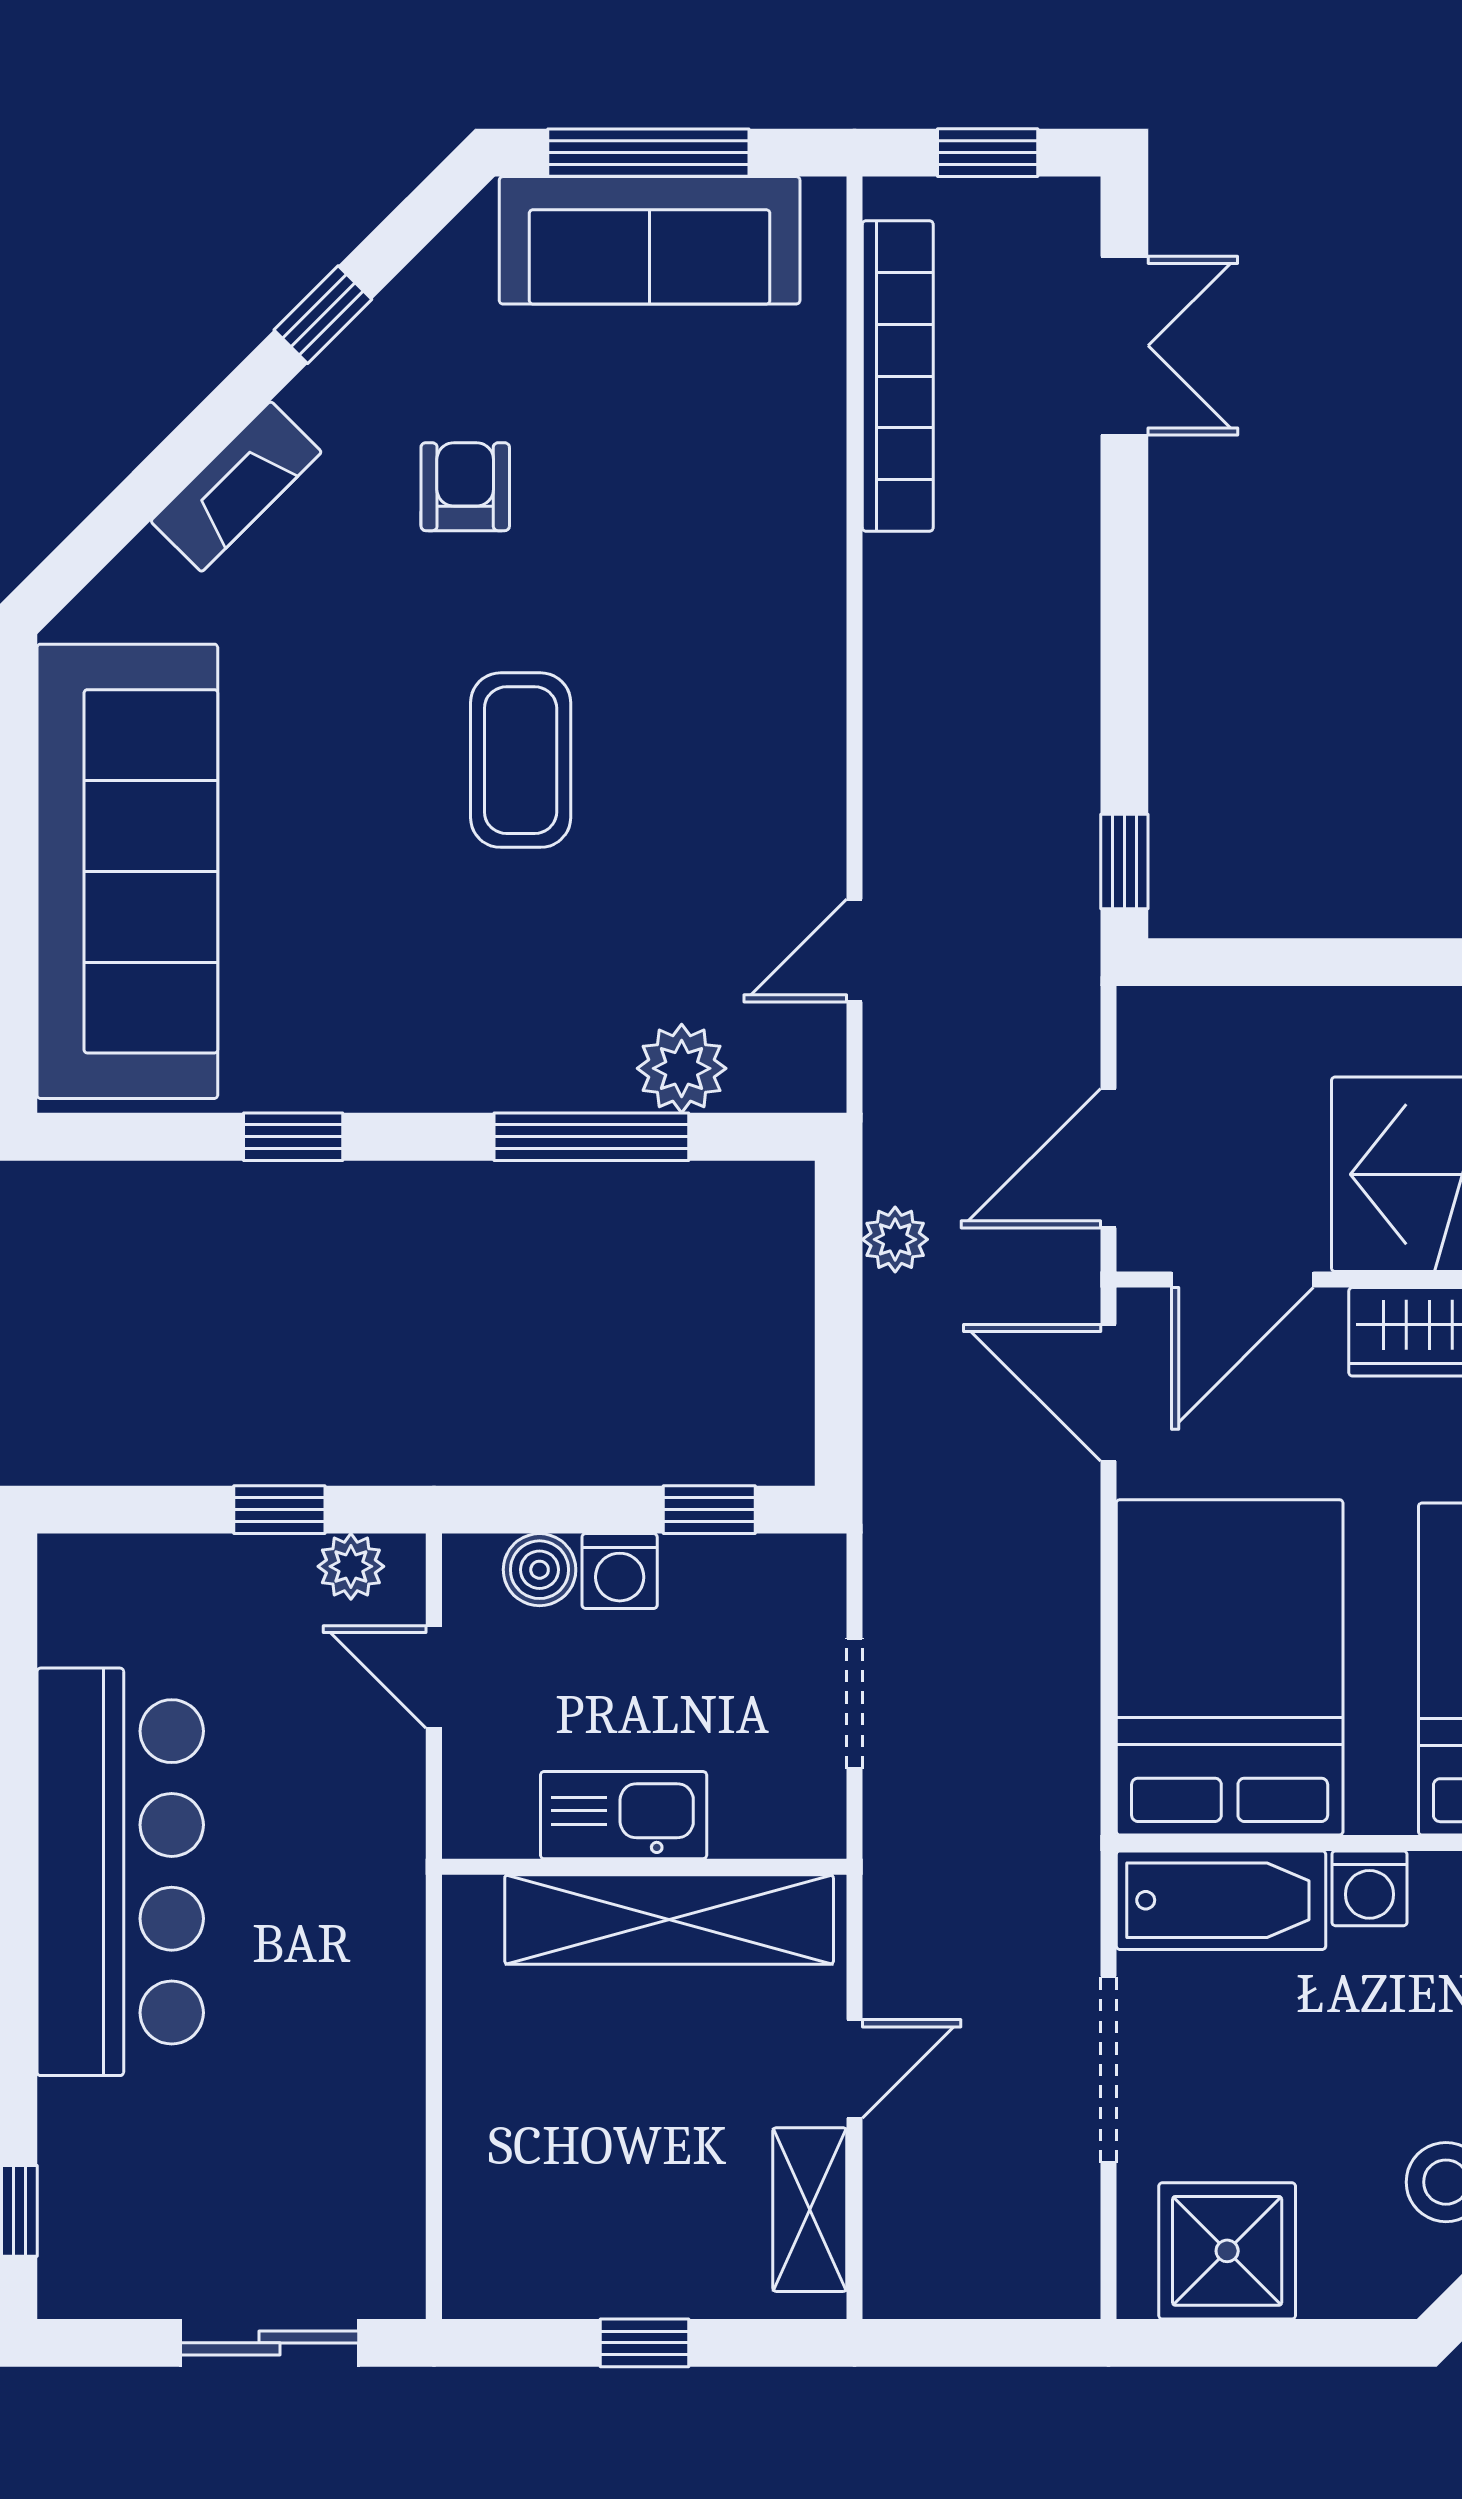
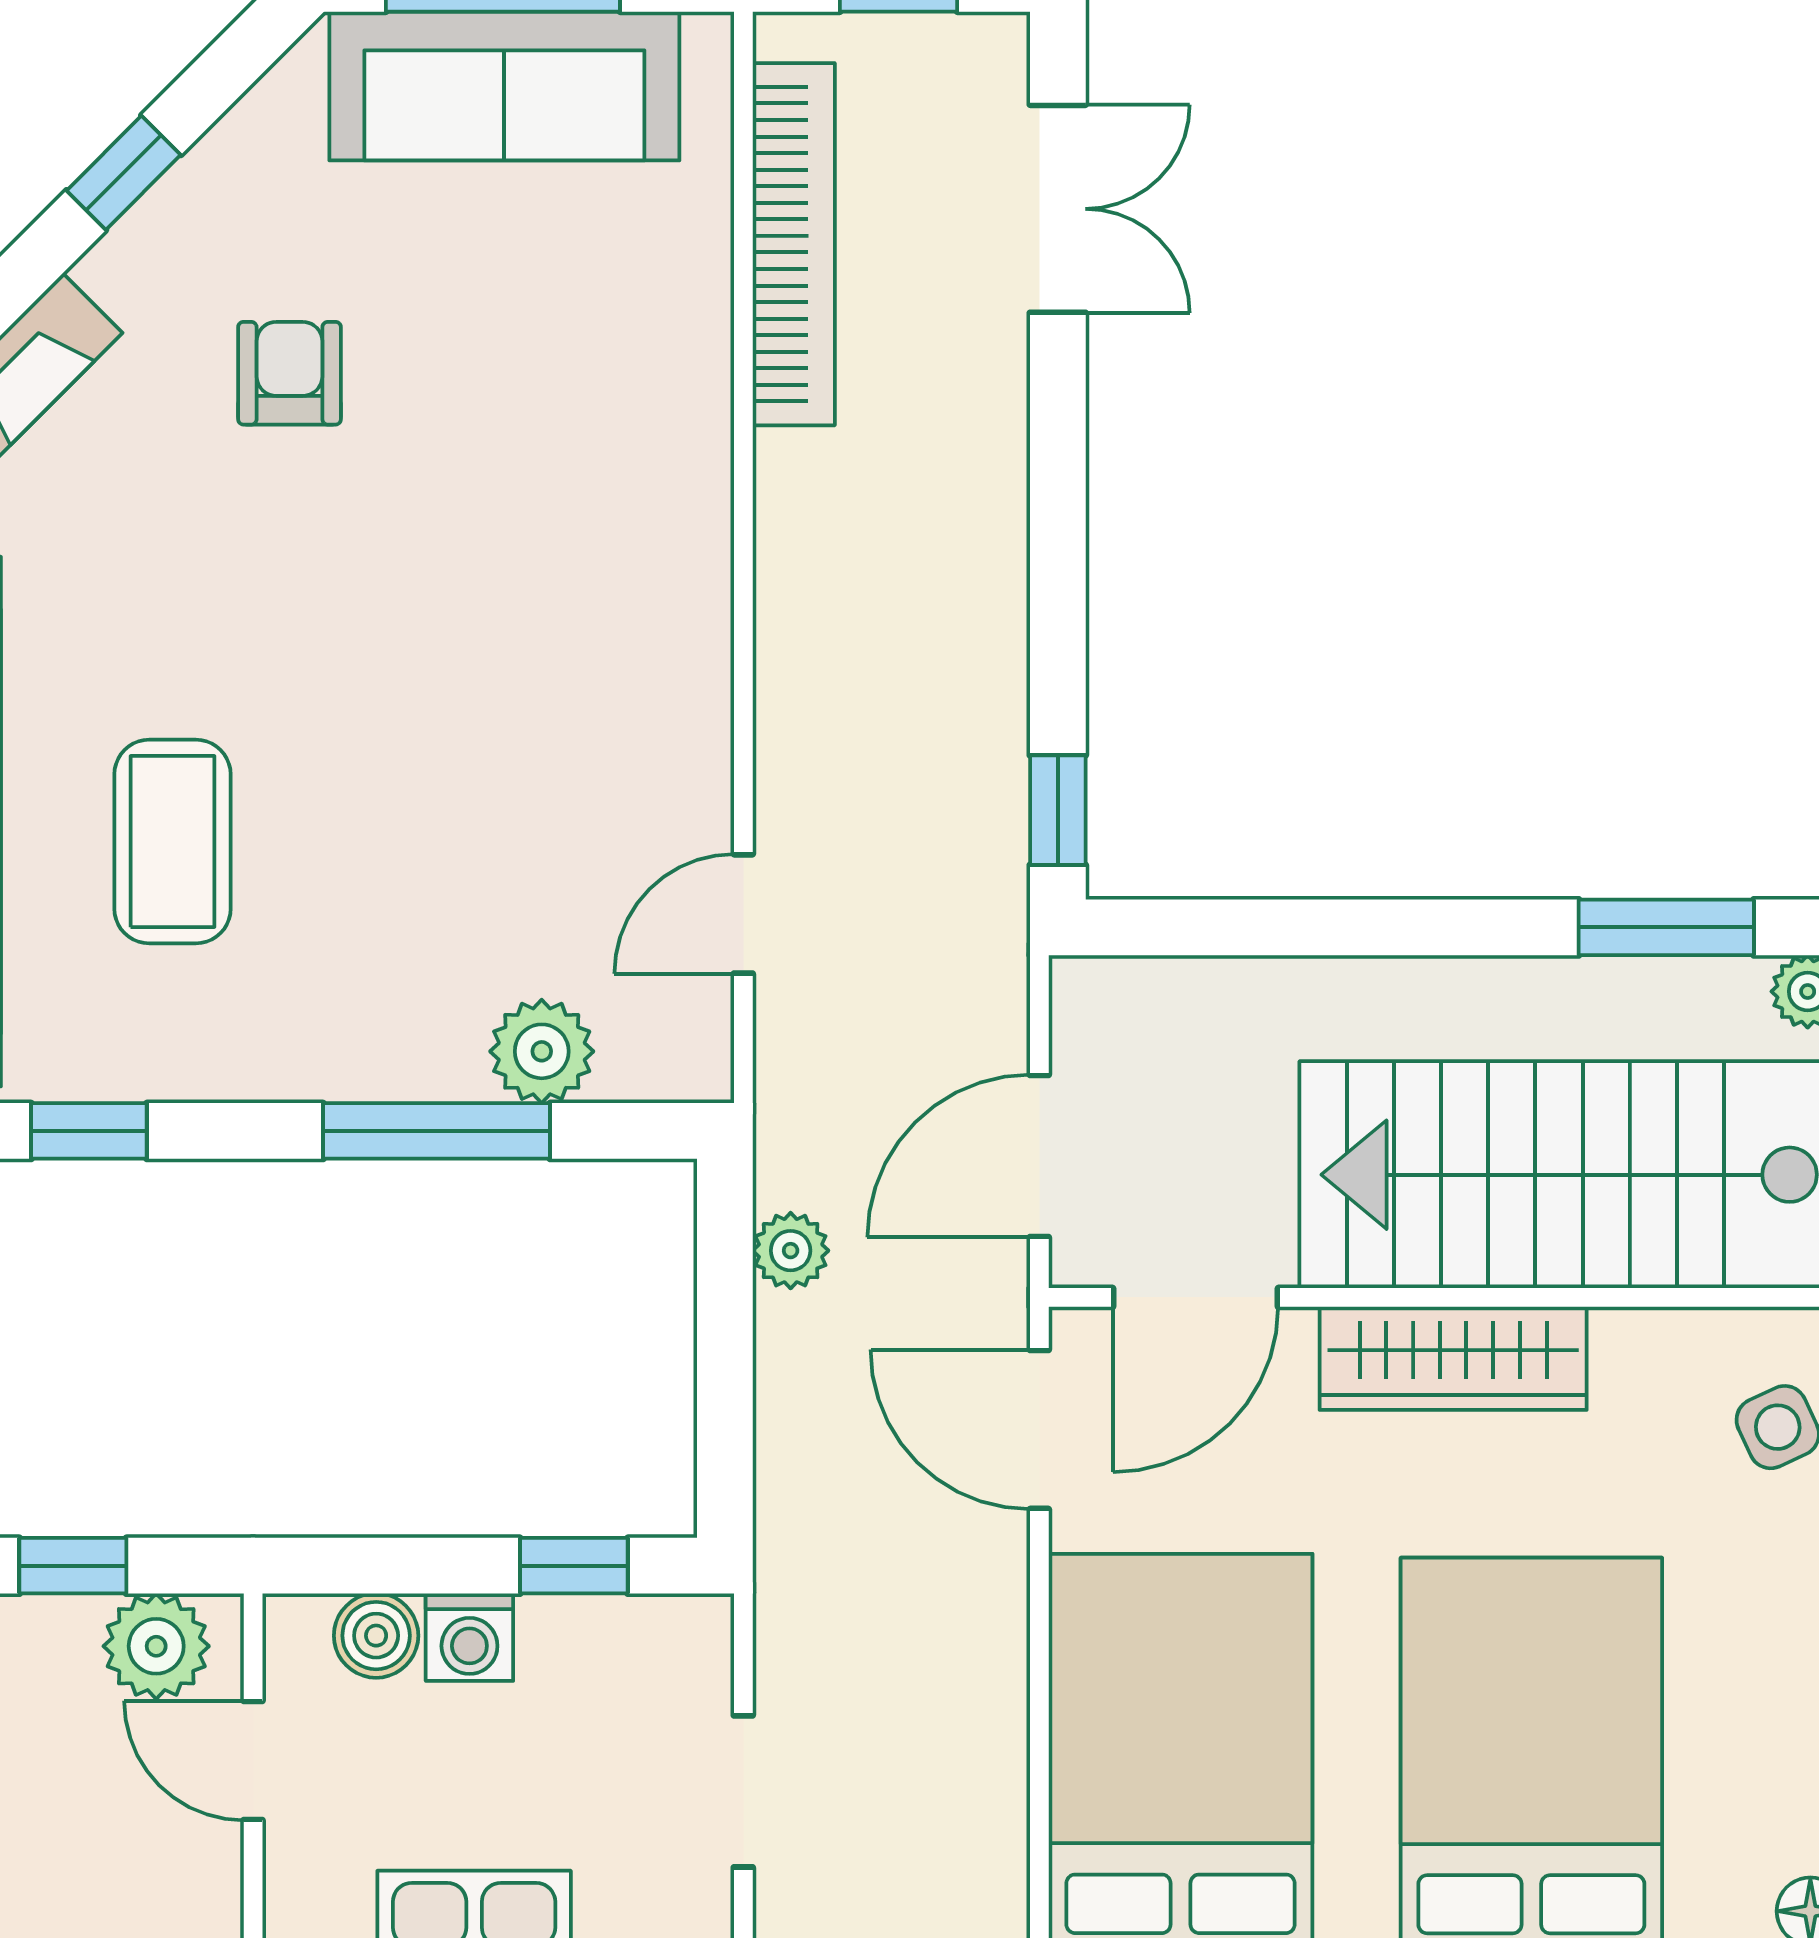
coffee table: (521, 760) -> (172, 842), moved
plant: (351, 1566) -> (156, 1646), width x1.38, depth x1.38

